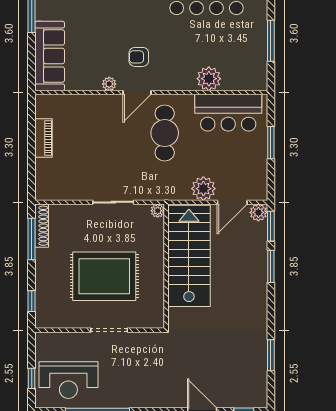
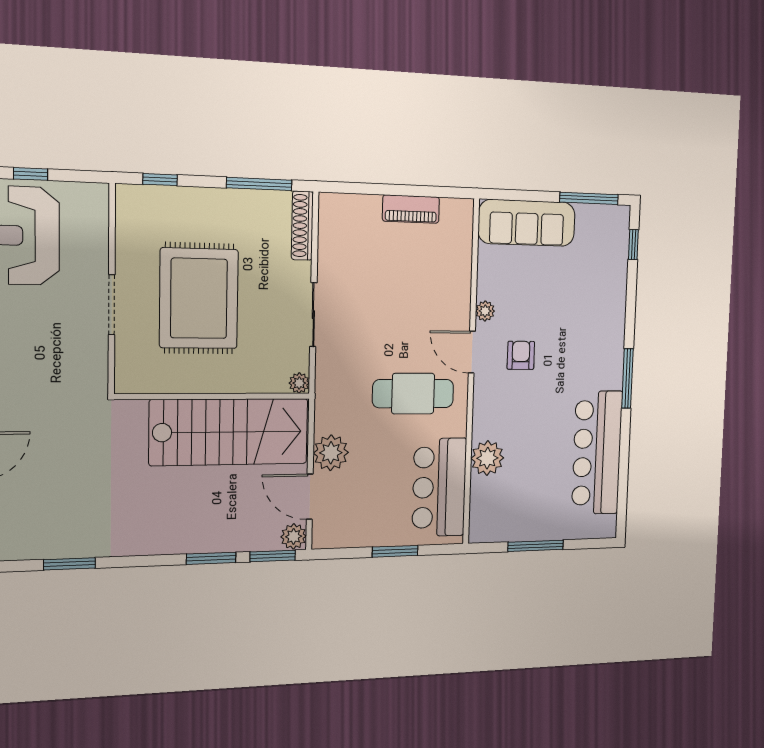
shoe rack: (42, 226) -> (302, 226), moved, turned 90

